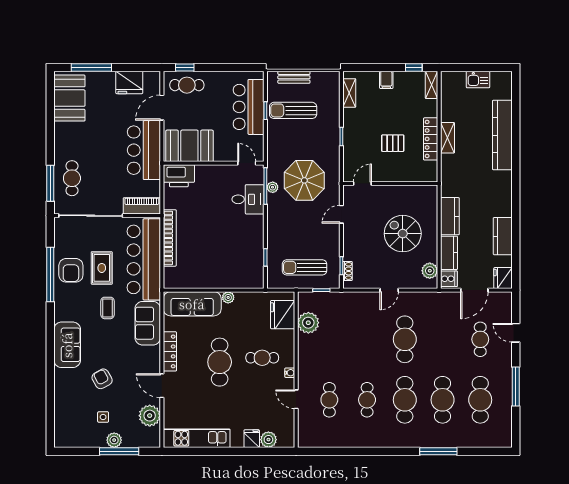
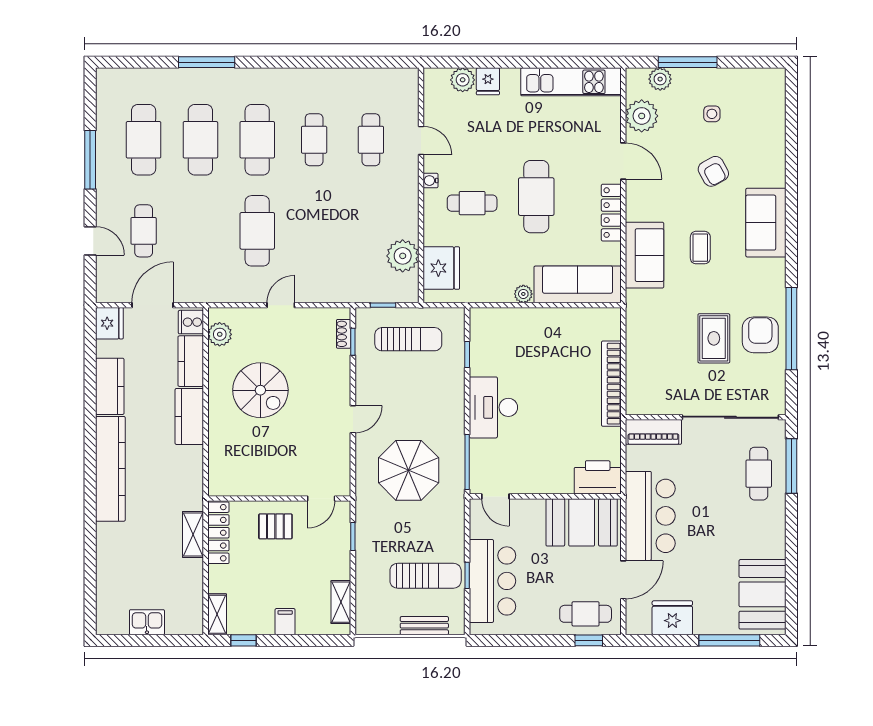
kitchen counter: (502, 135) -> (110, 469), moved
door: (362, 184) -> (321, 499), moved
wall: (390, 184) -> (279, 499), moved
plant: (273, 187) -> (457, 460), removed
desk: (248, 199) -> (493, 407), moved, width x1.37
bar counter: (144, 259) -> (650, 351), removed
coffee table: (108, 308) -> (700, 248), moved
plant: (114, 440) -> (660, 79), moved

